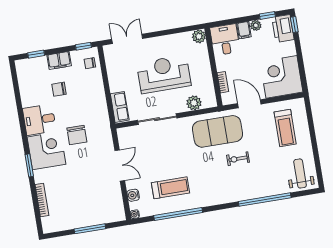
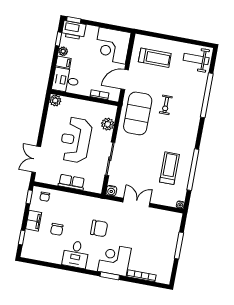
row of seats: (120, 107) -> (72, 182), moved
corner desk: (46, 151) -> (114, 260), moved
water cooler: (133, 195) -> (111, 191), moved

